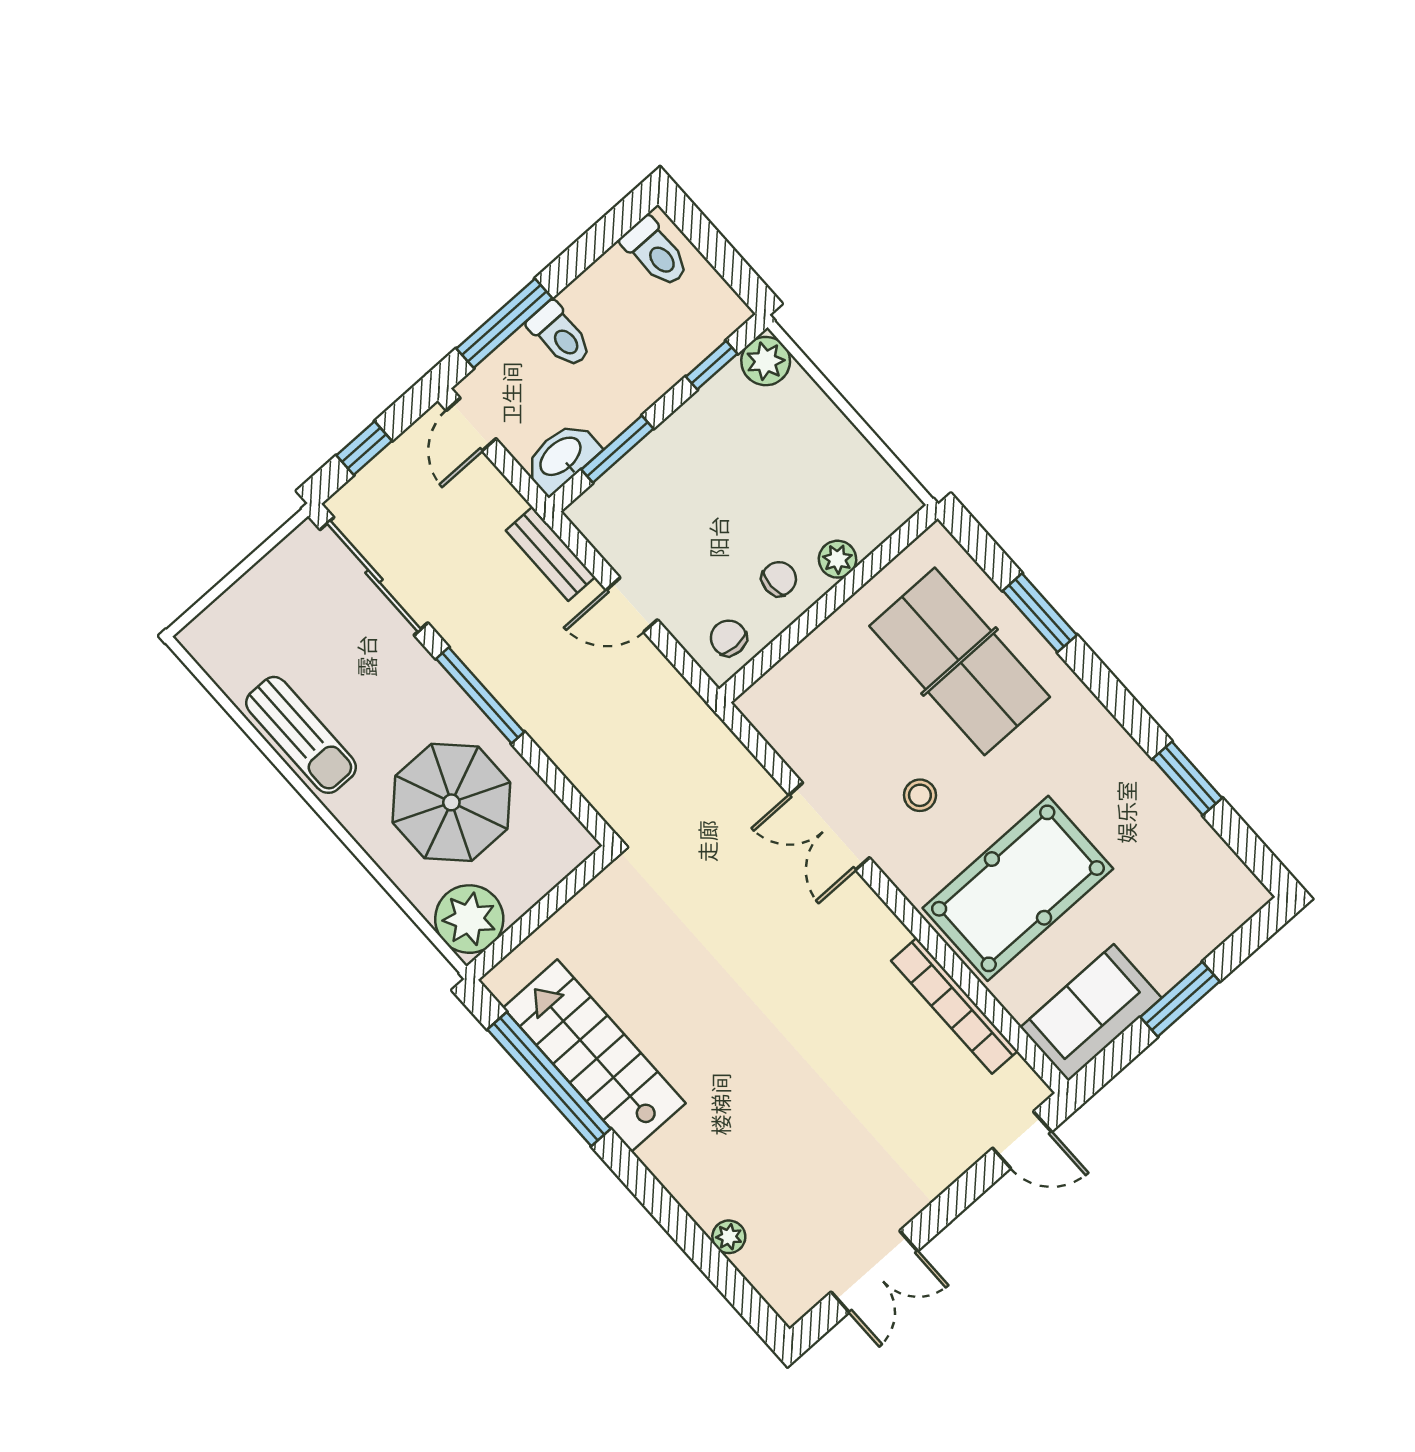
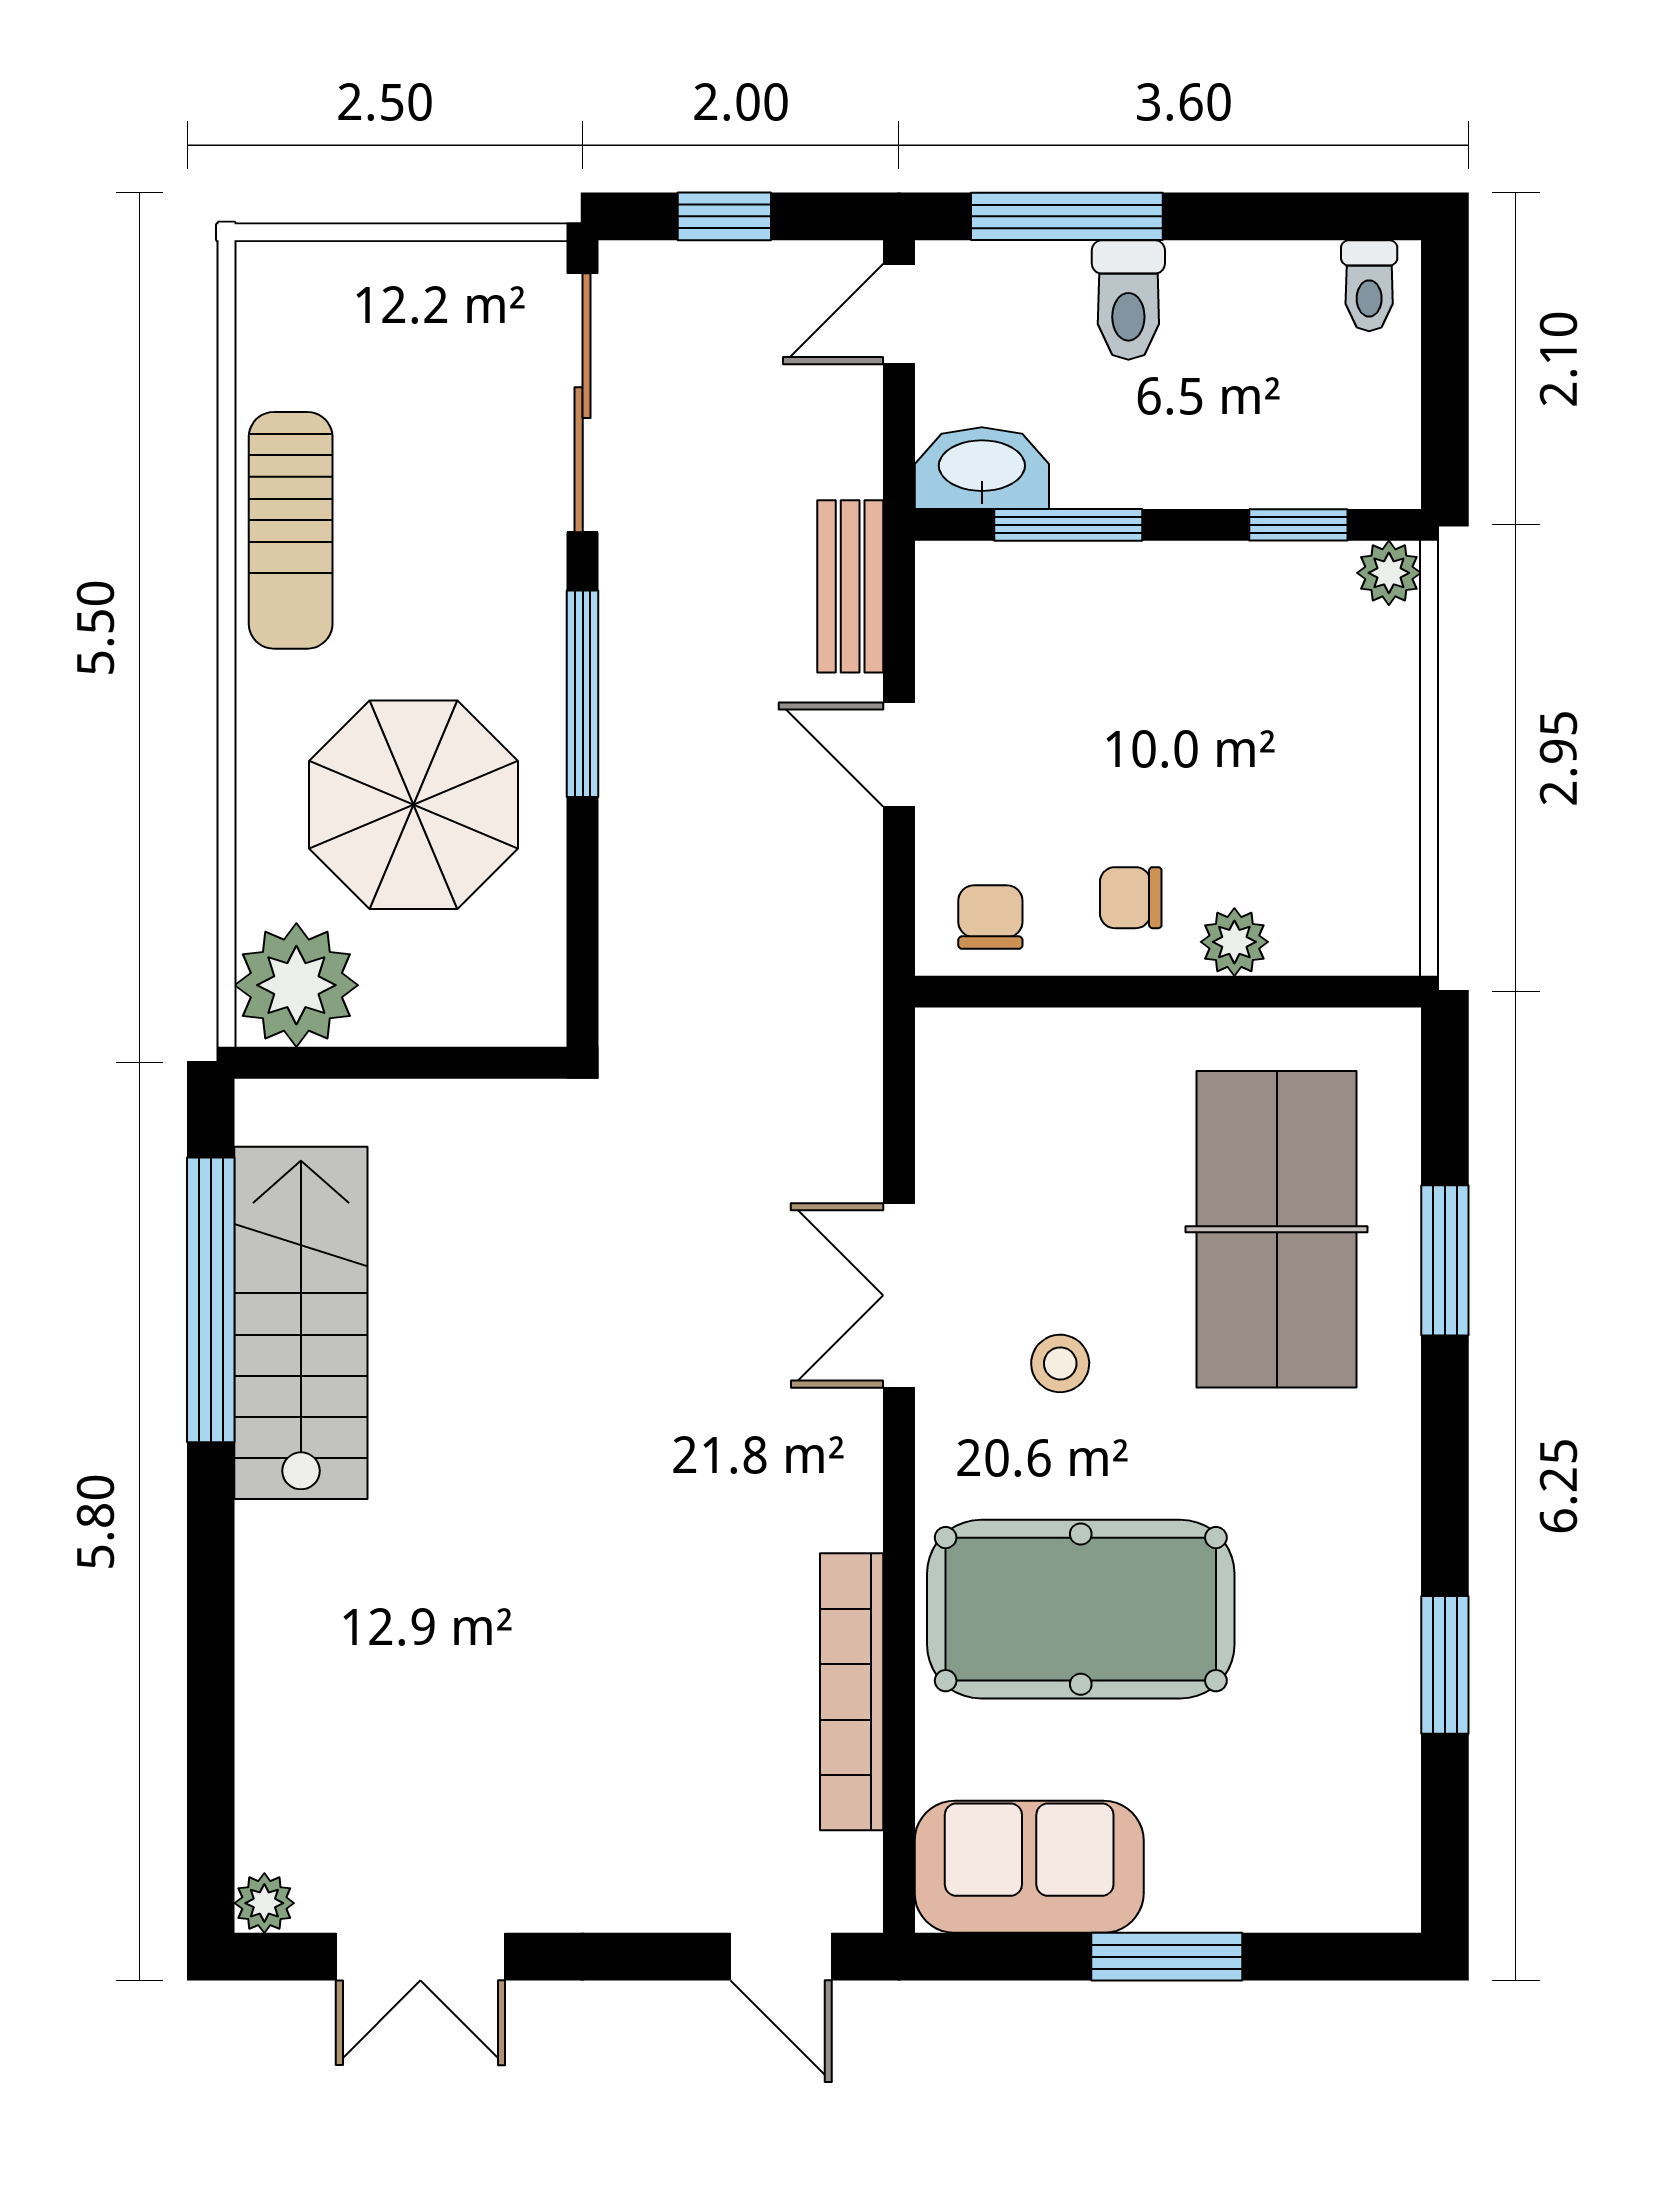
toilet: (655, 252) -> (1369, 286), width x0.73, depth x0.72
plant: (766, 361) -> (1389, 573), width x0.73, depth x0.73
chair: (779, 579) -> (1131, 898), turned 180
plant: (729, 1237) -> (264, 1903), moved

